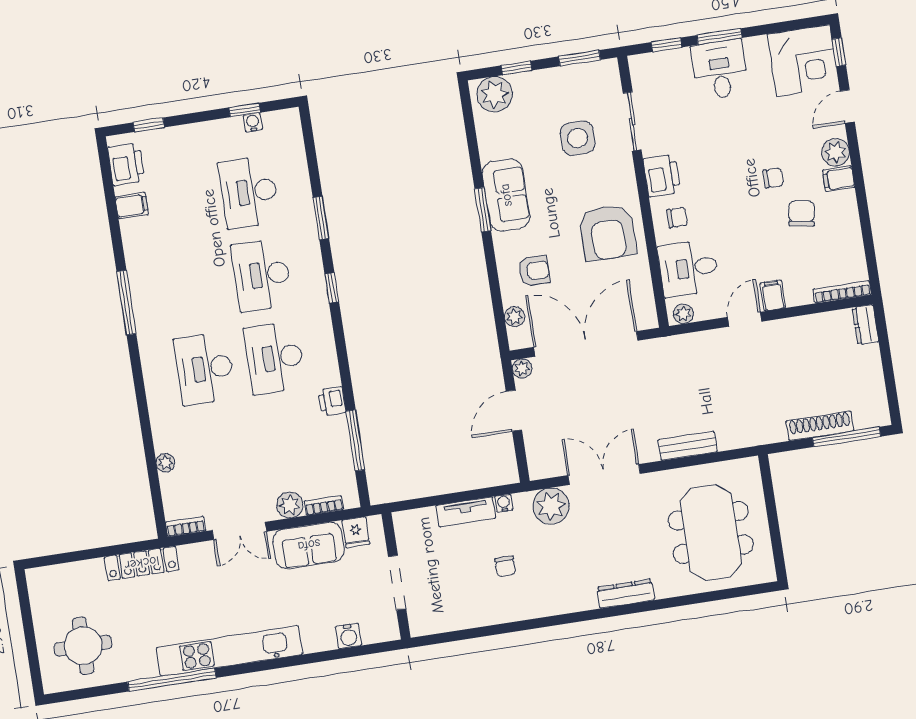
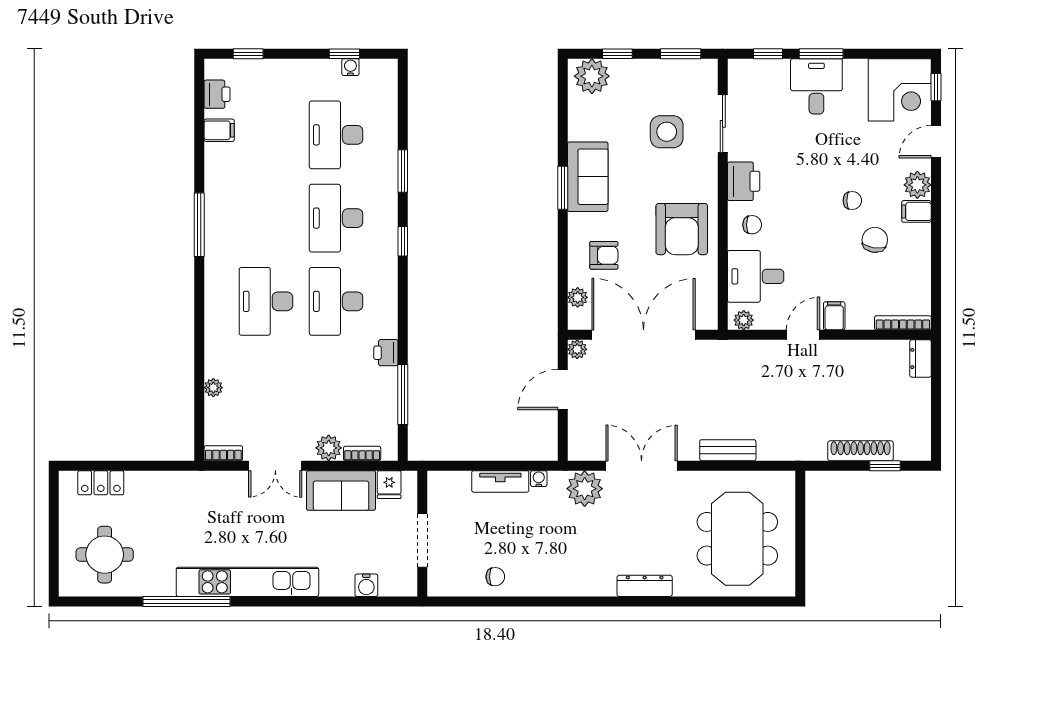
printer: (126, 164) -> (217, 94), width x0.73, depth x0.81
window: (846, 437) -> (885, 466), width x0.46
locker: (142, 563) -> (101, 483), moved, width x0.66
chair: (505, 566) -> (495, 577), moved, turned -90

